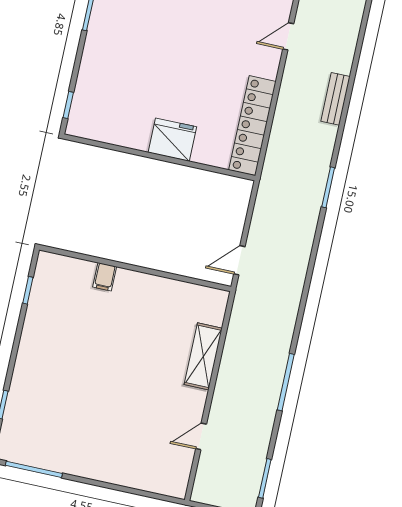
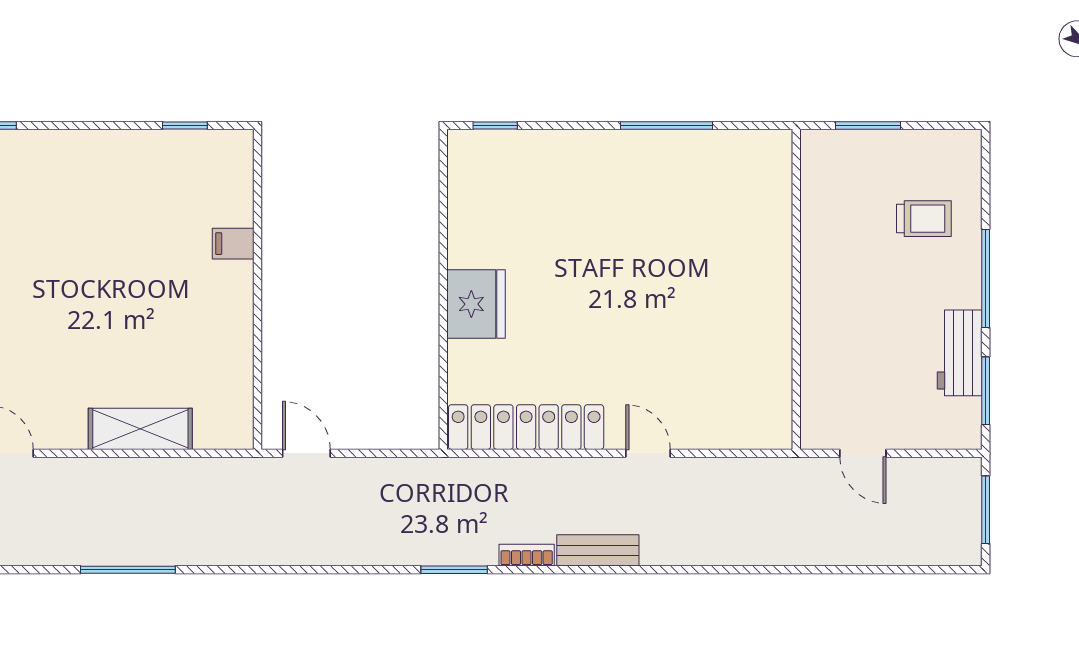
door: (288, 36) -> (648, 453), moved
bookcase: (329, 142) -> (527, 555), added

